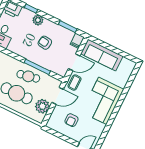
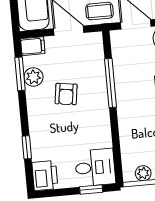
plant: (38, 20) -> (33, 77), moved
cafe table: (28, 76) -> (133, 88), removed

